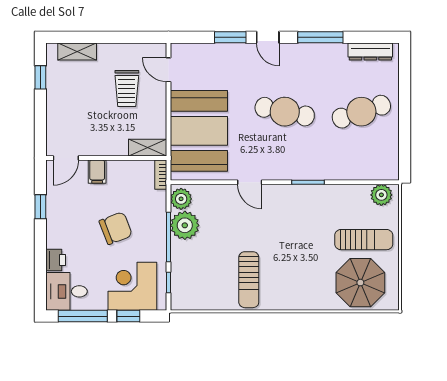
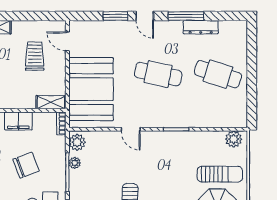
dresser: (370, 52) -> (201, 27), moved
trolley: (127, 89) -> (35, 56), turned 180
cafe table: (361, 112) -> (218, 74), turned 36
filing cabinet: (97, 172) -> (18, 121), width x2.00
plant: (185, 225) -> (75, 163), width x0.53, depth x0.53

